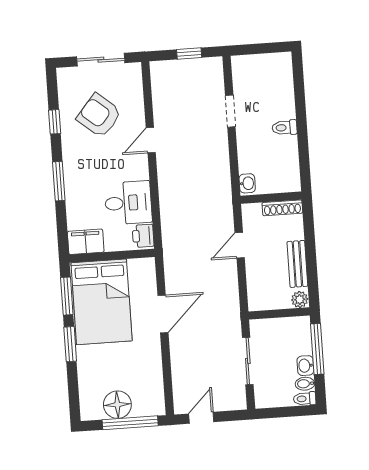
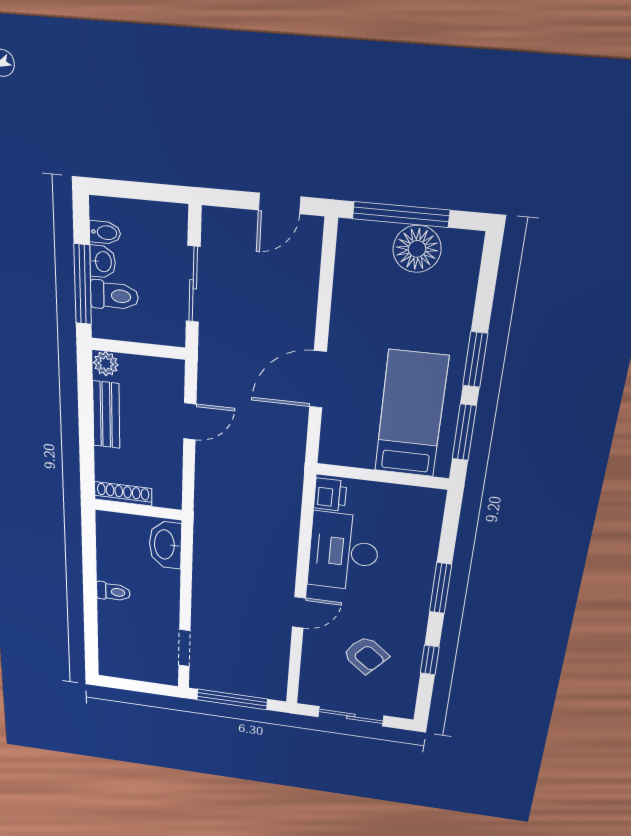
window: (189, 53) -> (232, 699), width x2.17
doorway: (230, 111) -> (184, 648), moved
armchair: (99, 116) -> (366, 655), width x0.72, depth x0.72
washbasin: (247, 183) -> (165, 545), width x1.91, depth x1.45
desk: (128, 203) -> (344, 552), width x1.37
filing cabinet: (86, 242) -> (418, 503), removed
door: (240, 245) -> (190, 421), moved
bed: (102, 302) -> (411, 414), width x0.67
toilet: (305, 399) -> (114, 296), moved, width x1.37, depth x1.39

